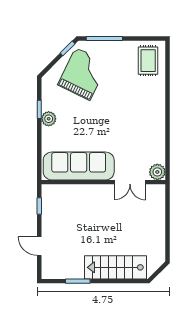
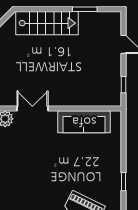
plant: (49, 119) -> (114, 172), removed
sofa: (79, 166) -> (84, 122), width x0.74, depth x0.79

